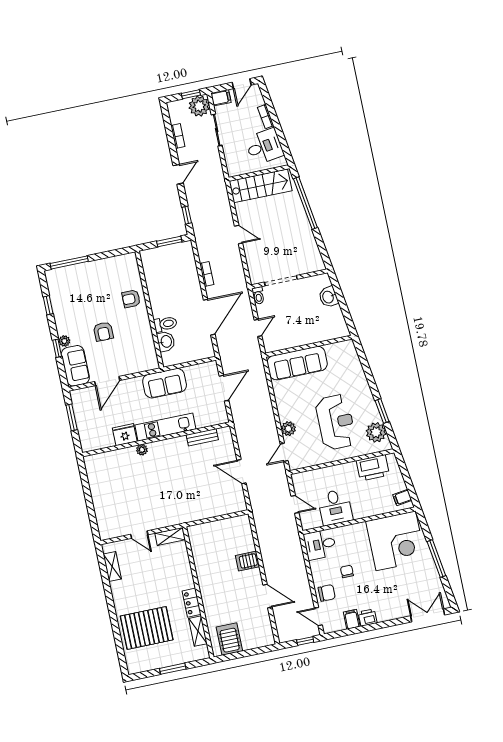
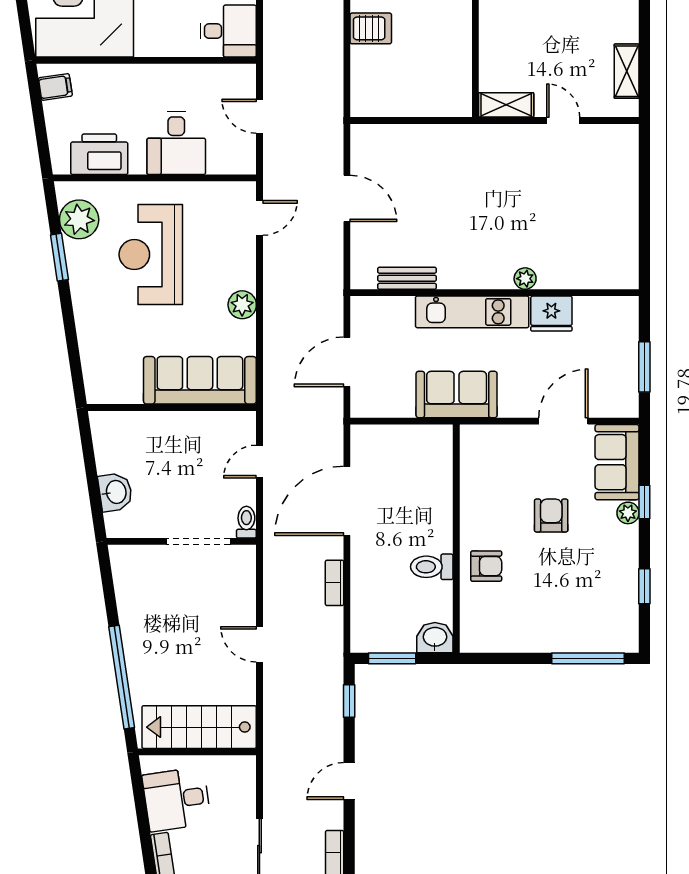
toilet: (165, 324) -> (432, 567), moved
washbasin: (166, 341) -> (435, 638), moved, turned 90
plant: (288, 429) -> (242, 305), moved
desk: (335, 507) -> (176, 143), moved, turned 180

